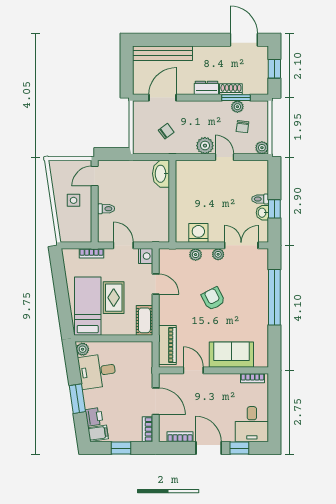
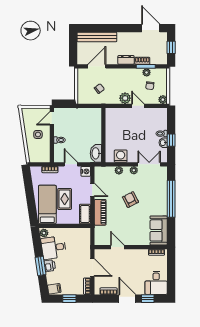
washbasin: (161, 174) -> (96, 153), moved
piano: (167, 345) -> (100, 212), moved
sofa: (231, 355) -> (159, 230), moved, turned -90
printer: (94, 417) -> (50, 266), moved

